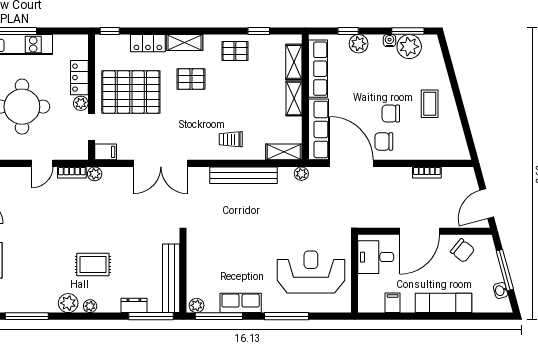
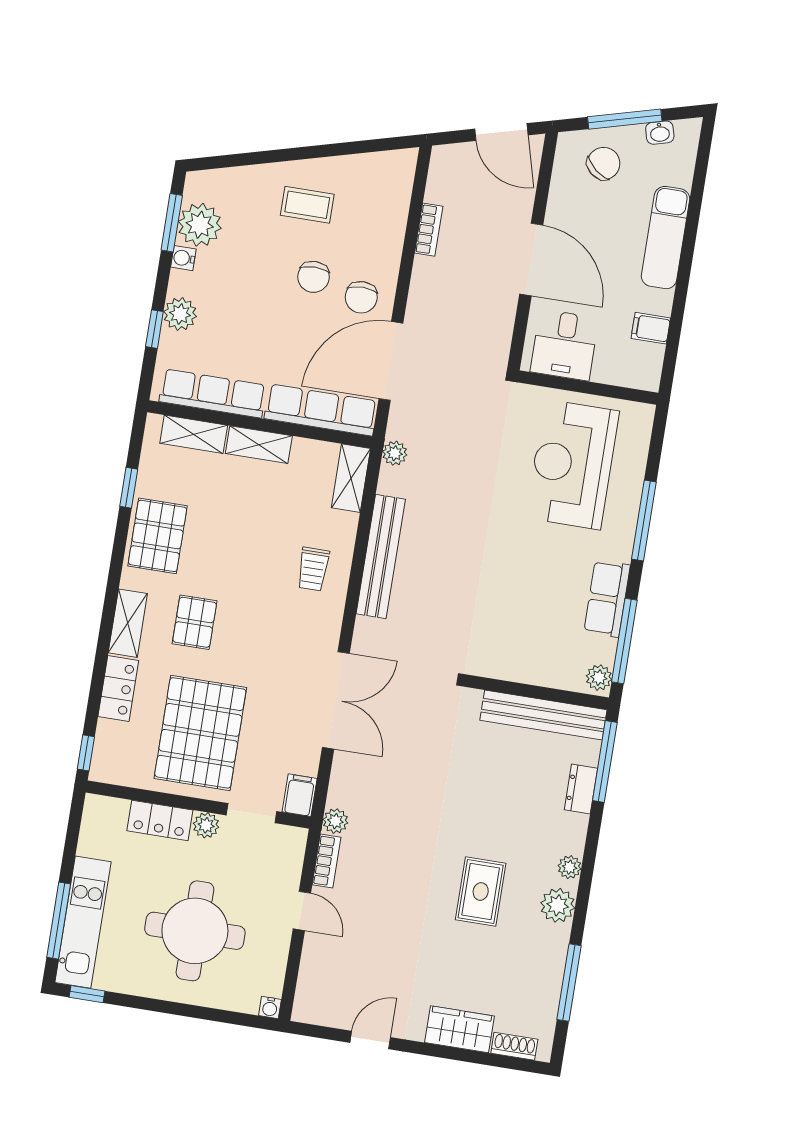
pallet: (235, 51) -> (158, 536), width x1.50, depth x1.42
chair: (463, 251) -> (604, 163), moved
rug: (93, 264) -> (481, 891), moved

